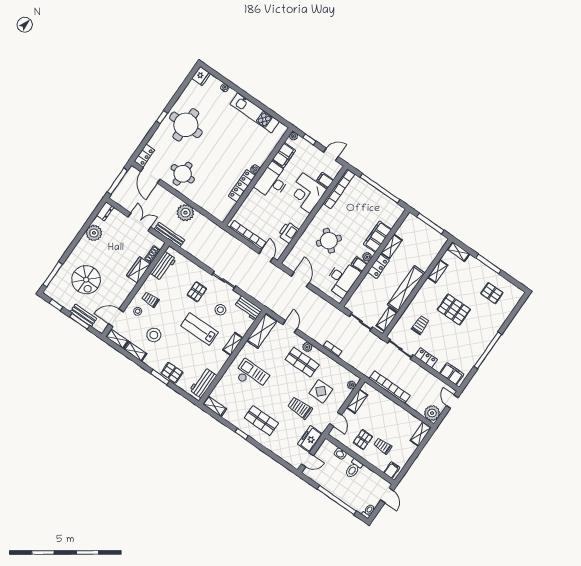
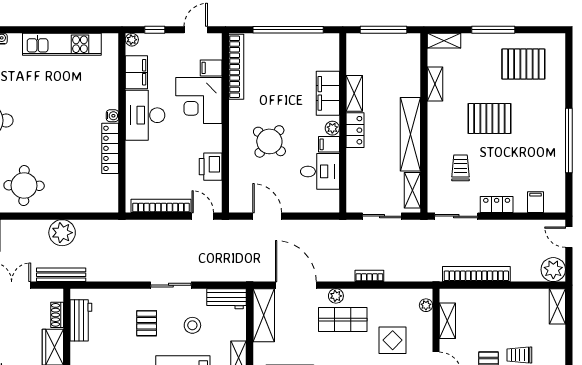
desk: (342, 279) -> (320, 171), width x0.73
pallet: (492, 293) -> (523, 64), width x1.50, depth x1.42
door: (290, 327) -> (296, 285), width x1.87
filing cabinet: (452, 374) -> (536, 202), width x0.50

